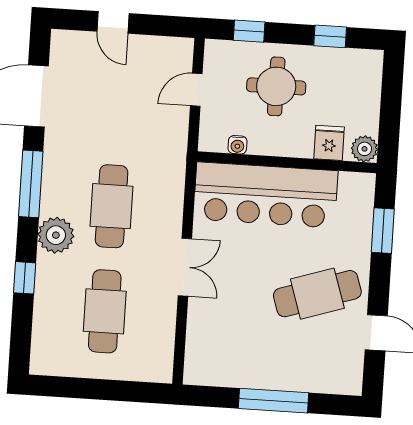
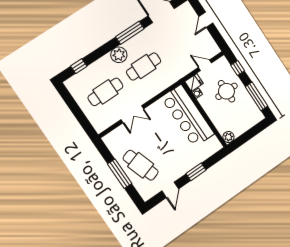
window: (330, 36) -> (256, 96), width x2.17
fridge: (329, 143) -> (194, 83), moved
window: (383, 231) -> (196, 172), moved
double door: (185, 267) -> (132, 114), moved
window: (25, 278) -> (79, 66), moved
cafe table: (317, 294) -> (141, 165), moved

